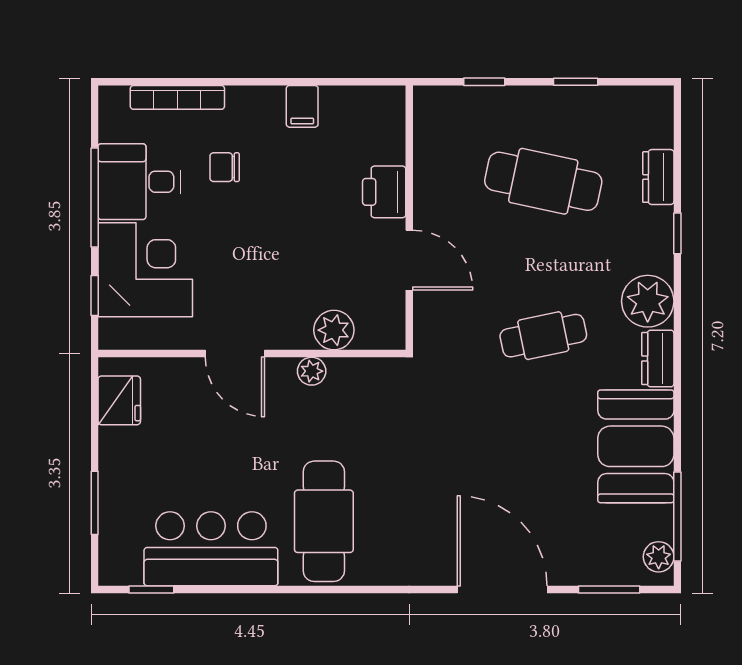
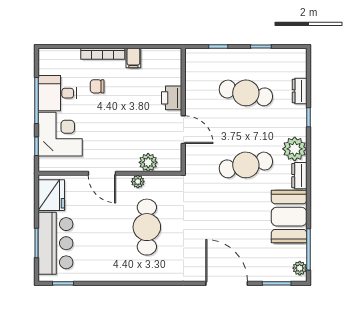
bookcase: (177, 97) -> (103, 54), moved
cafe table: (543, 336) -> (246, 165), width x1.37, depth x1.35
fridge: (119, 400) -> (51, 195), width x1.36, depth x1.34
cafe table: (324, 521) -> (147, 227), moved
bar counter: (211, 549) -> (55, 243), moved, turned 90

